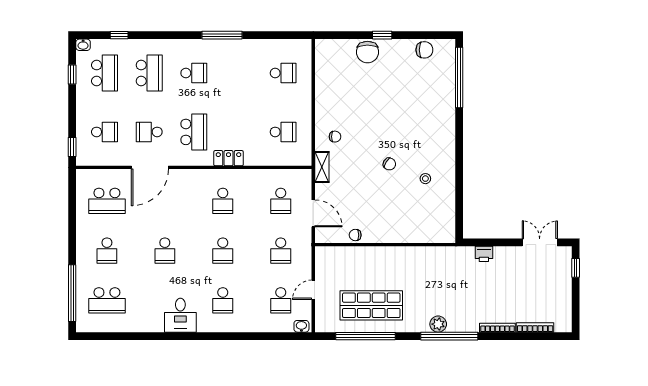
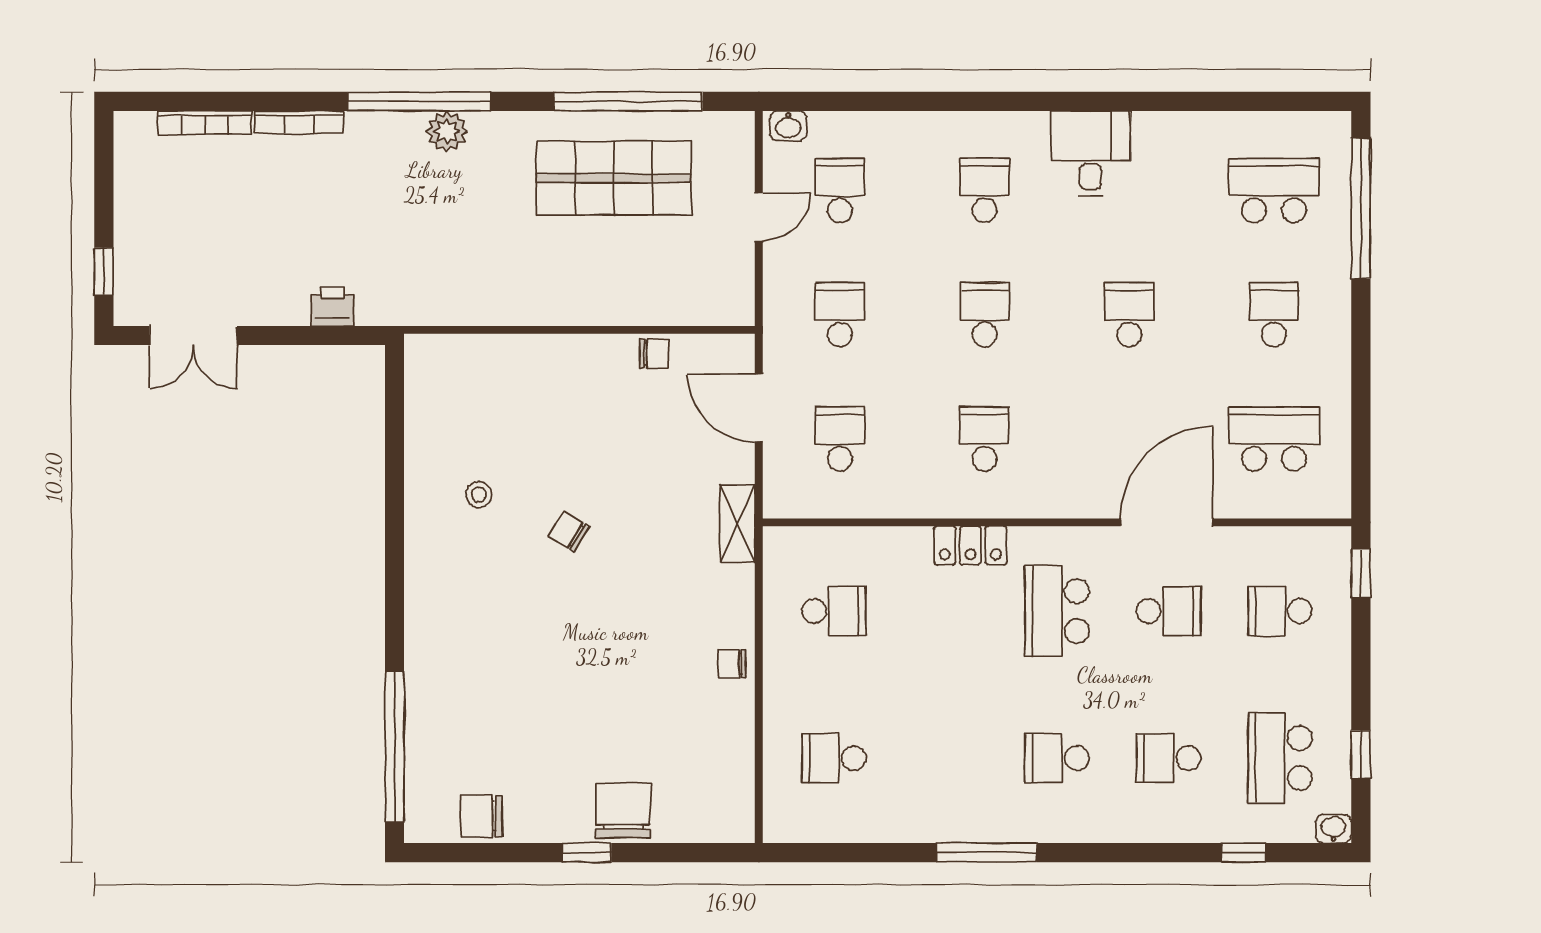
school desk: (149, 73) -> (1168, 758), width x0.54
school desk: (283, 132) -> (834, 611), turned 180
chair: (335, 137) -> (732, 664), moved

